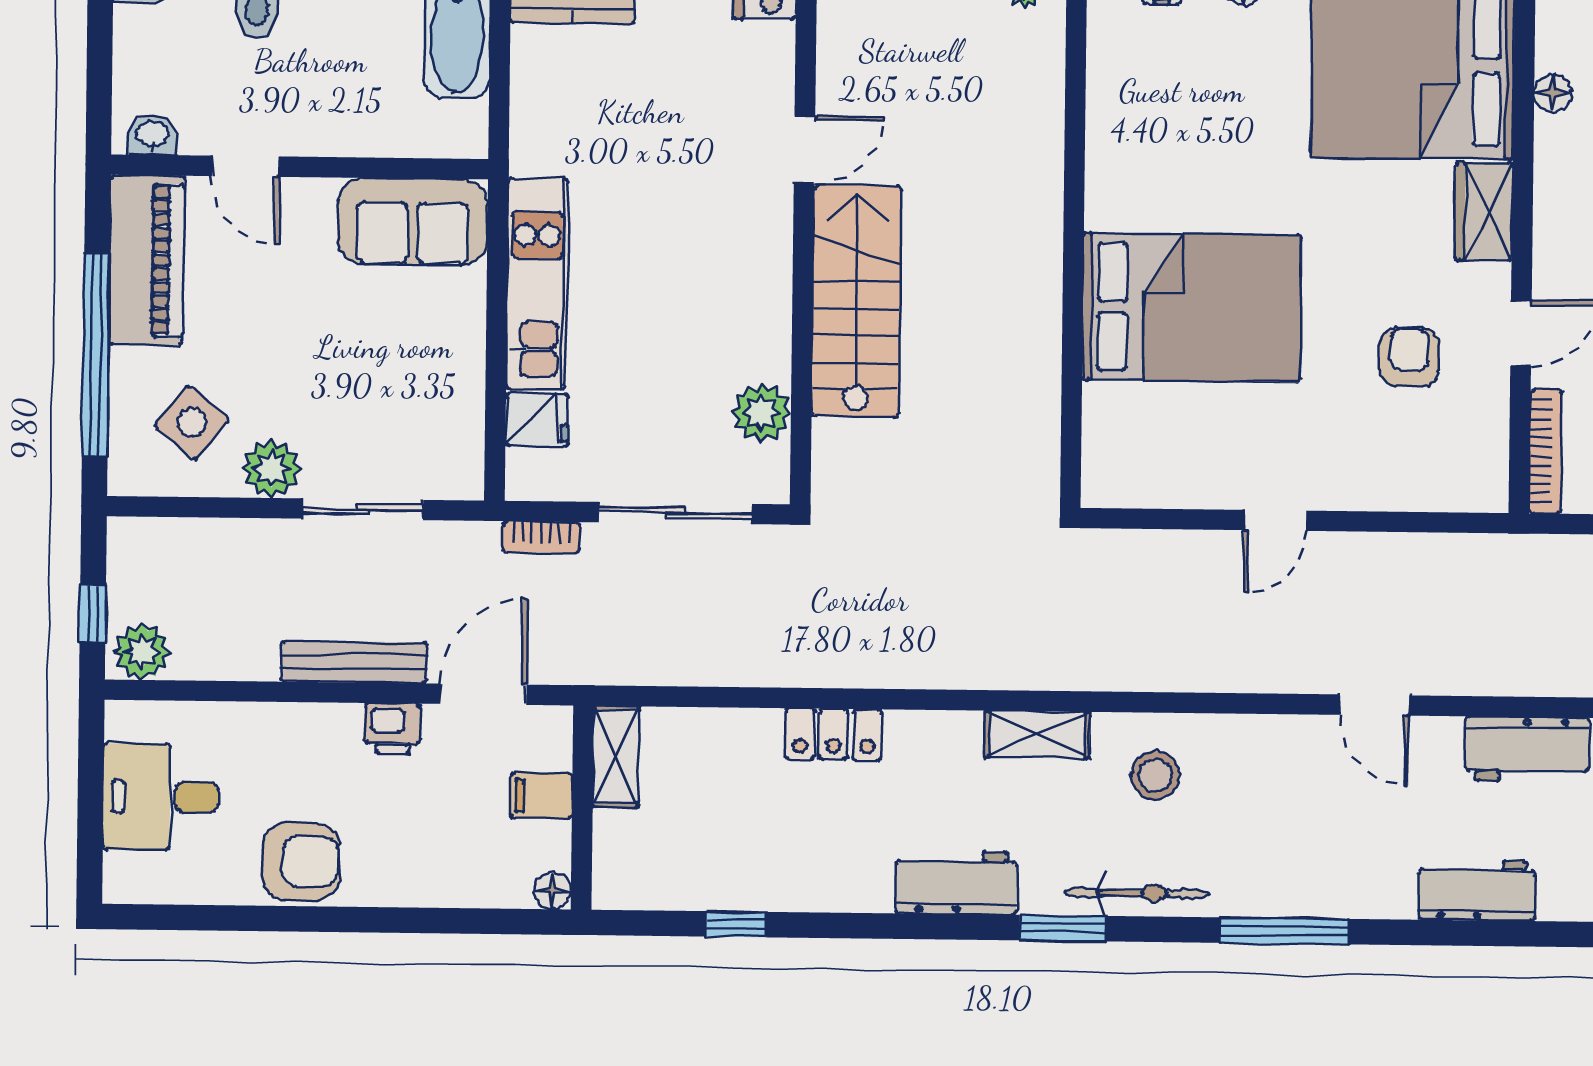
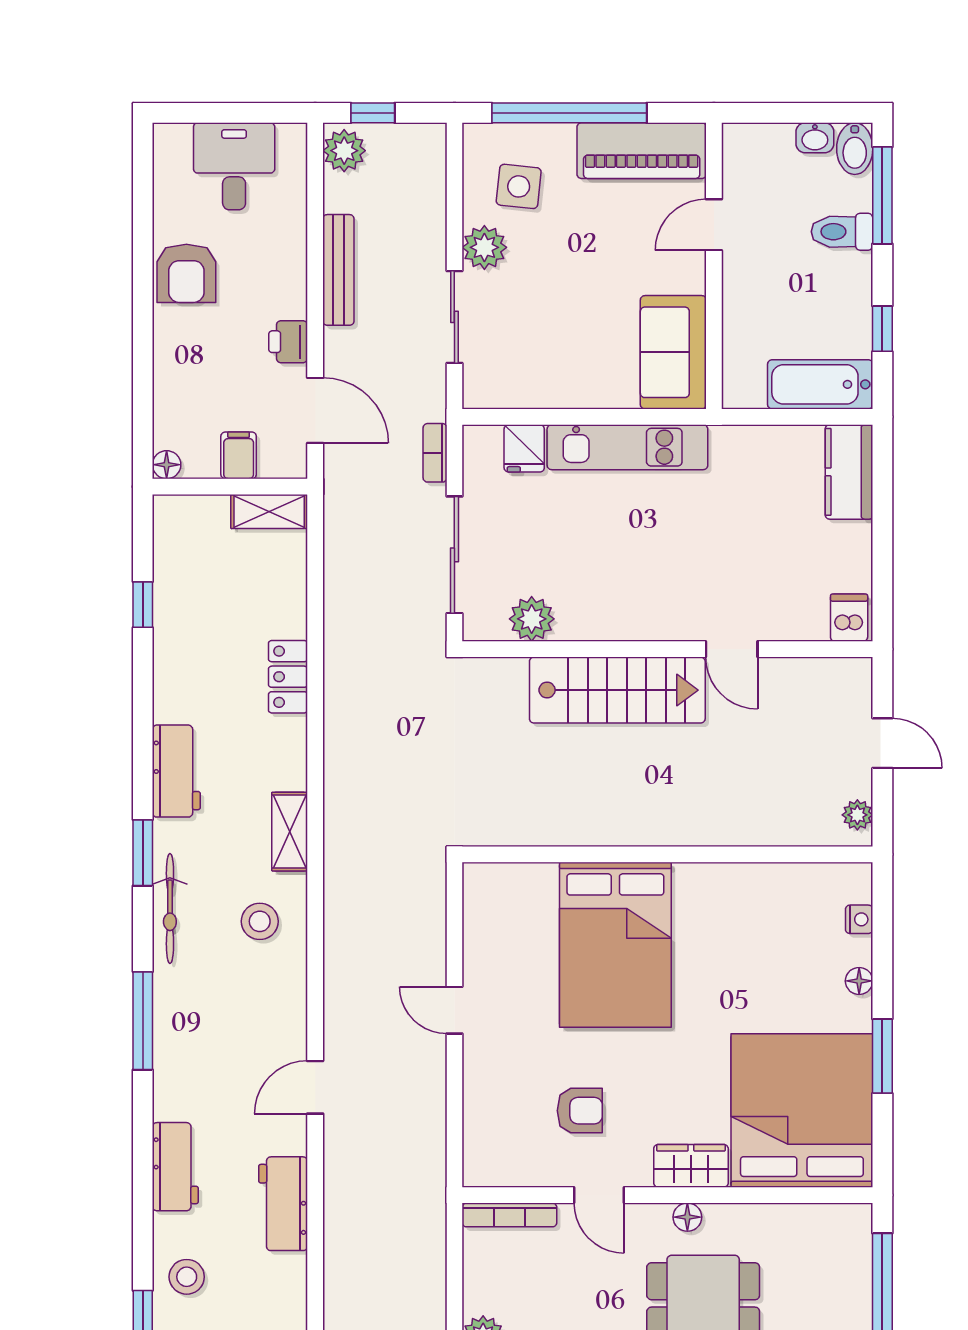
floor lamp: (1553, 93) -> (687, 1217), moved
washbasin: (153, 135) -> (815, 138), moved, turned 90
side table: (192, 423) -> (519, 186), turned -33
bench: (354, 662) -> (338, 270), moved

